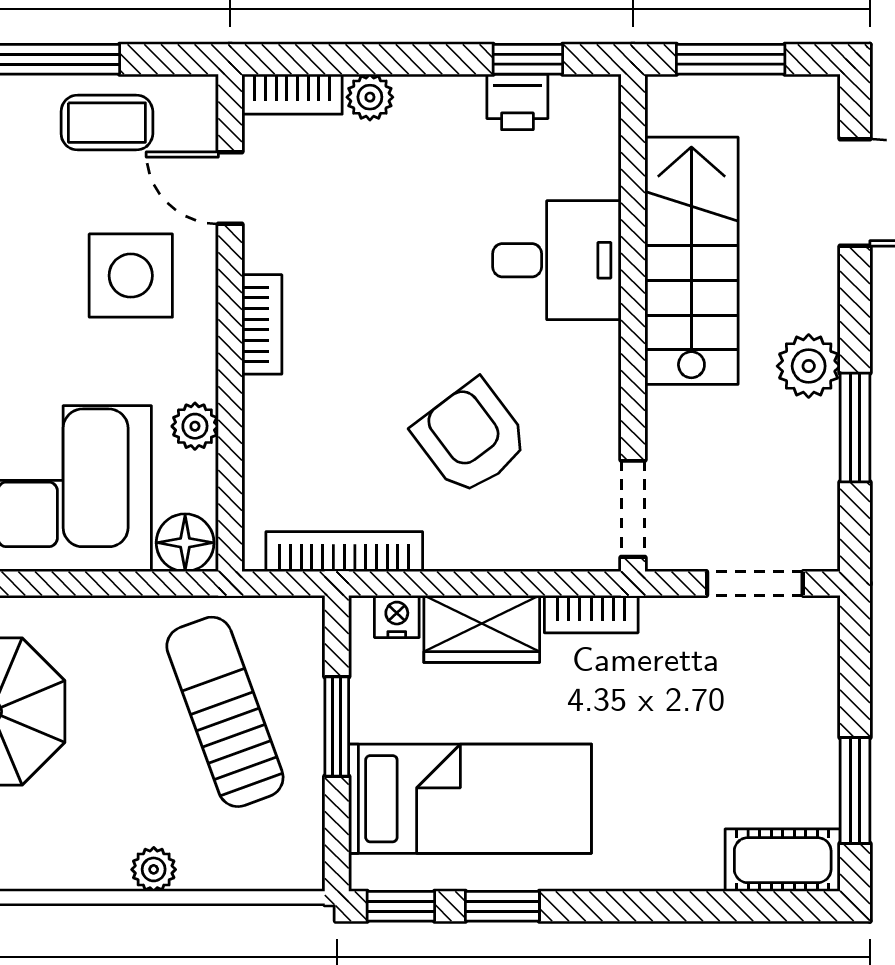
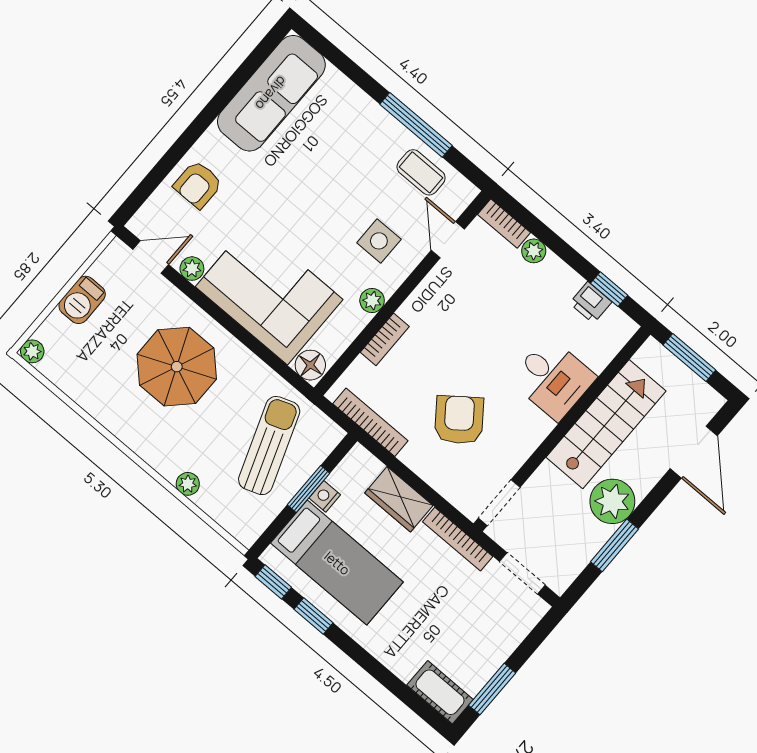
side table: (131, 276) -> (379, 241), width x0.73, depth x0.73
bookcase: (262, 324) -> (385, 339), moved
plant: (809, 366) -> (612, 501), width x1.36, depth x1.36
plant: (195, 426) -> (372, 301), moved
bookcase: (591, 614) -> (458, 539), width x1.56
nightstand: (397, 616) -> (325, 496), moved, turned -90

